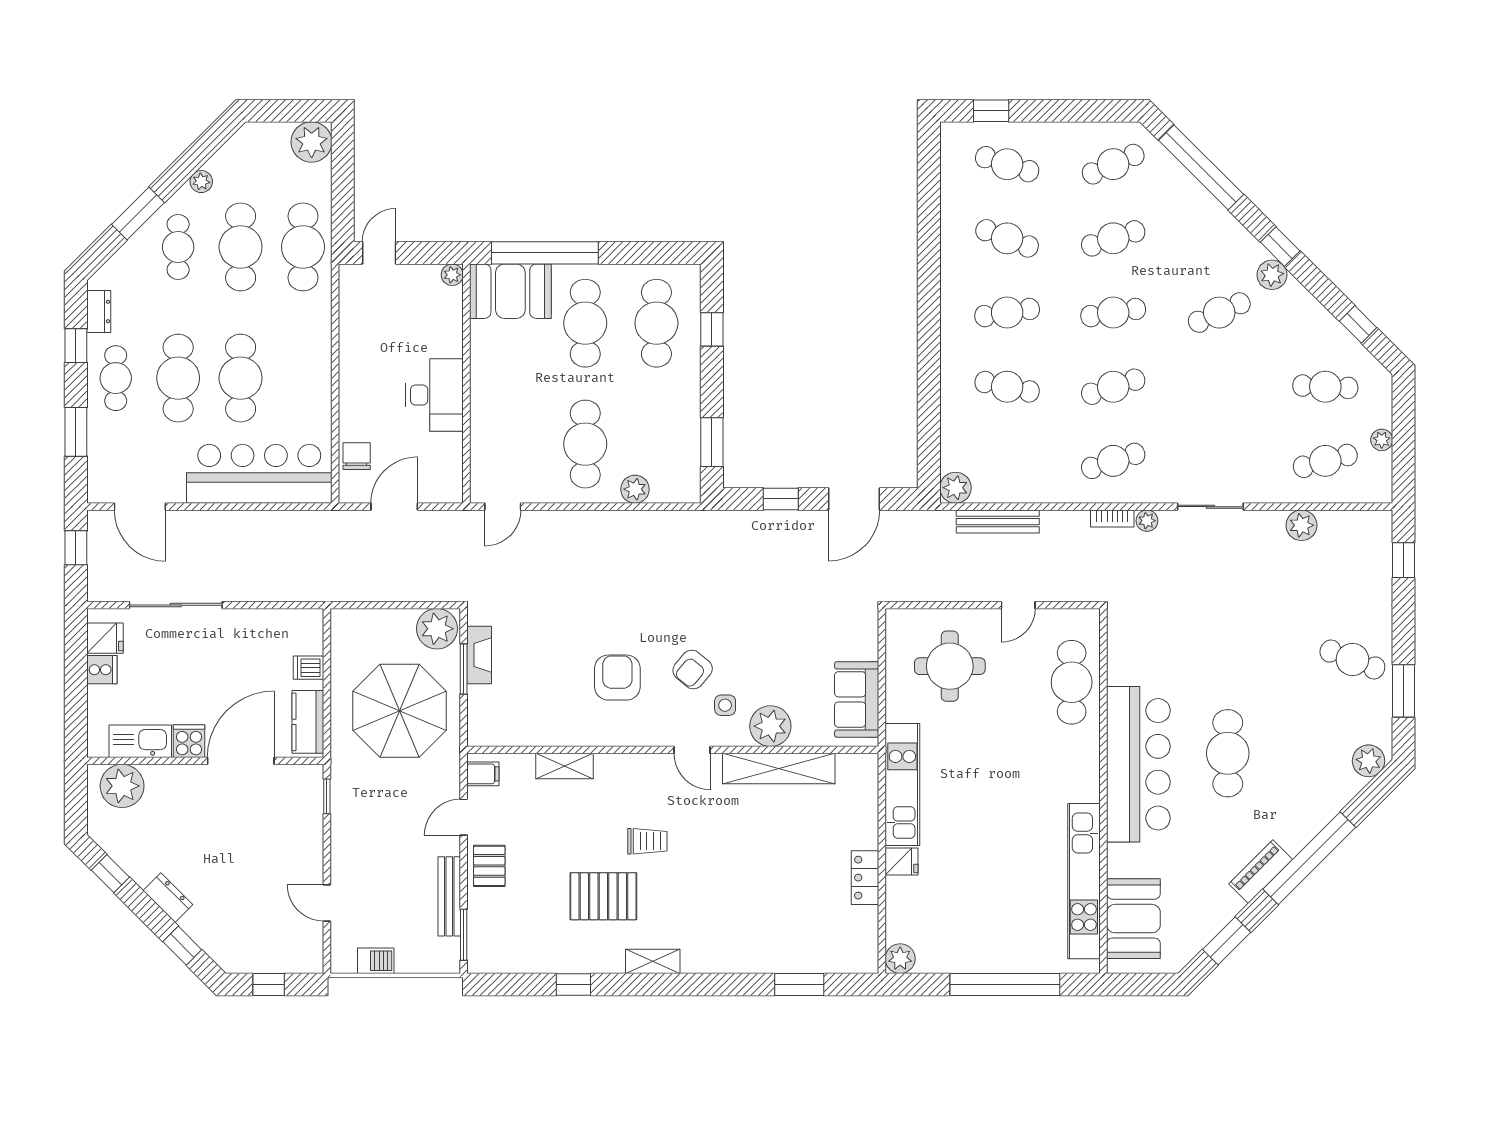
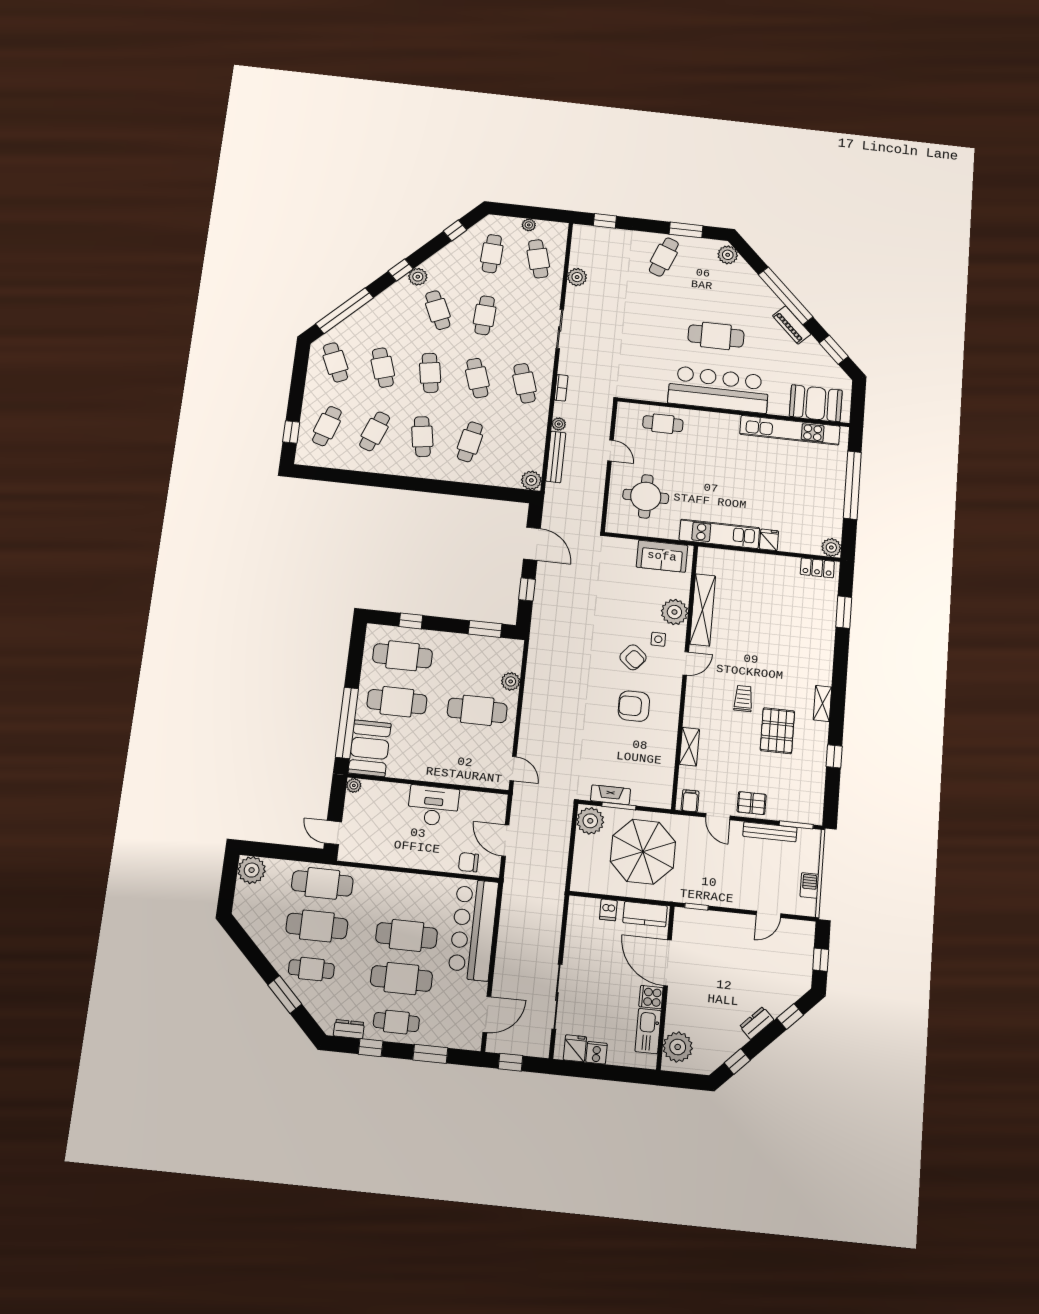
plant: (201, 182) -> (268, 948), removed
cafe table: (1219, 387) -> (485, 315), added
plant: (1147, 521) -> (559, 424), moved
cafe table: (1072, 682) -> (663, 424), width x0.73, depth x0.74
locker: (865, 878) -> (817, 568), moved

